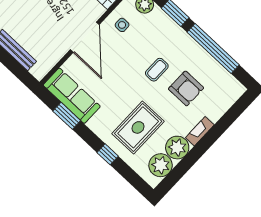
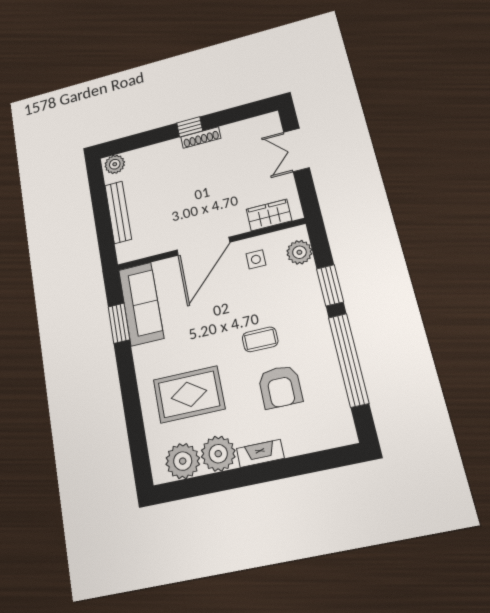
window: (108, 154) -> (131, 402), removed

